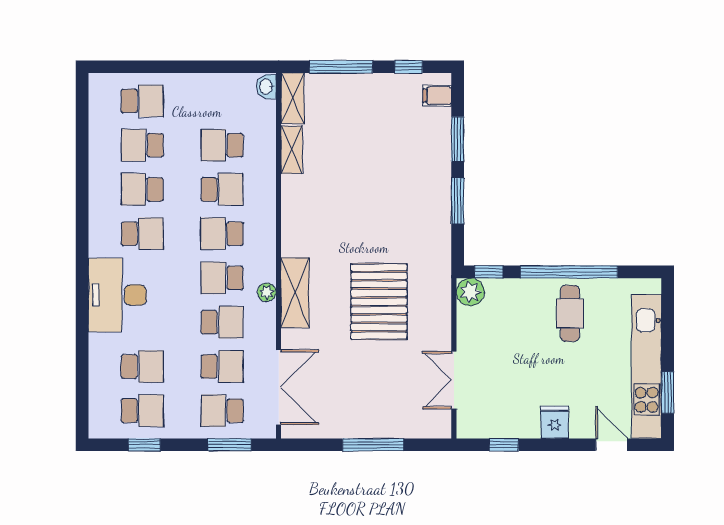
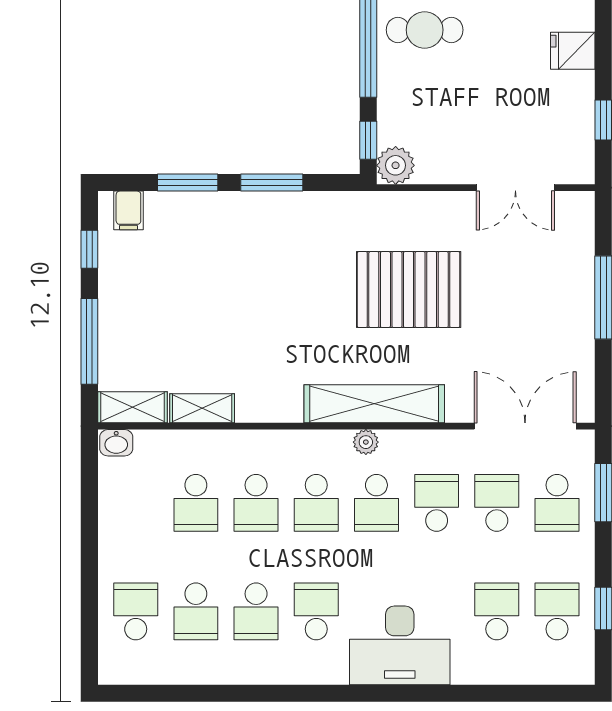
school desk: (222, 189) -> (256, 503), turned 180
plant: (267, 292) -> (366, 442), moved
shelving: (295, 293) -> (374, 404), width x1.47

